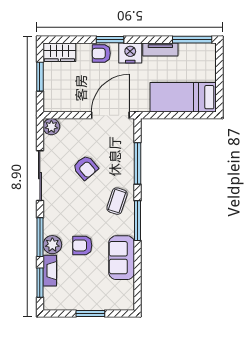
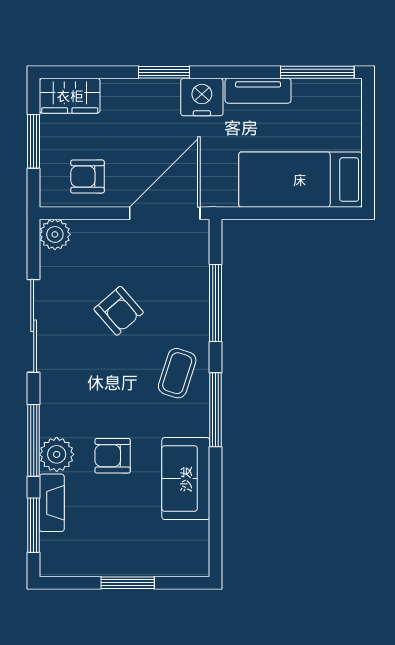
armchair: (101, 53) -> (88, 177), moved

